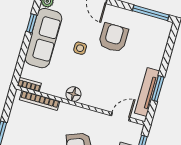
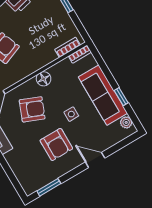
window: (151, 13) -> (49, 187), width x0.69
armchair: (104, 81) -> (32, 109), added
bookcase: (40, 100) -> (68, 47), width x0.64

